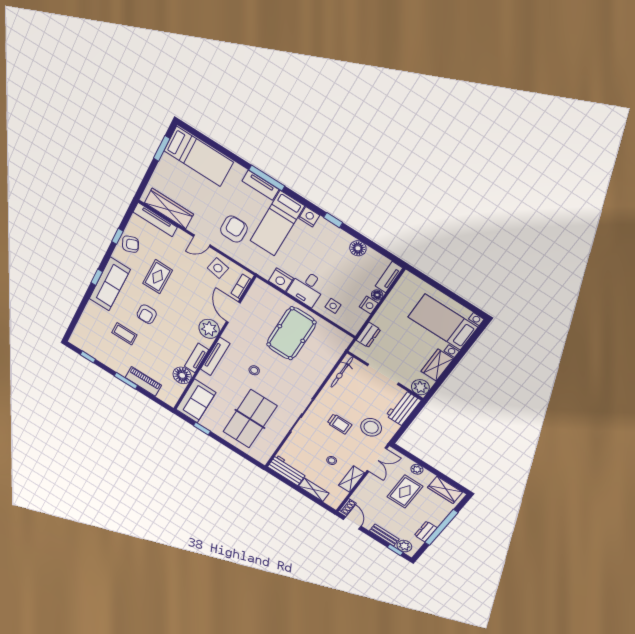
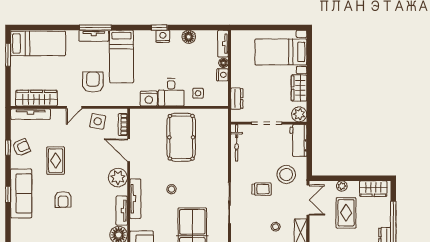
nightstand: (309, 217) -> (163, 36), moved
coffee table: (124, 334) -> (54, 230), removed

